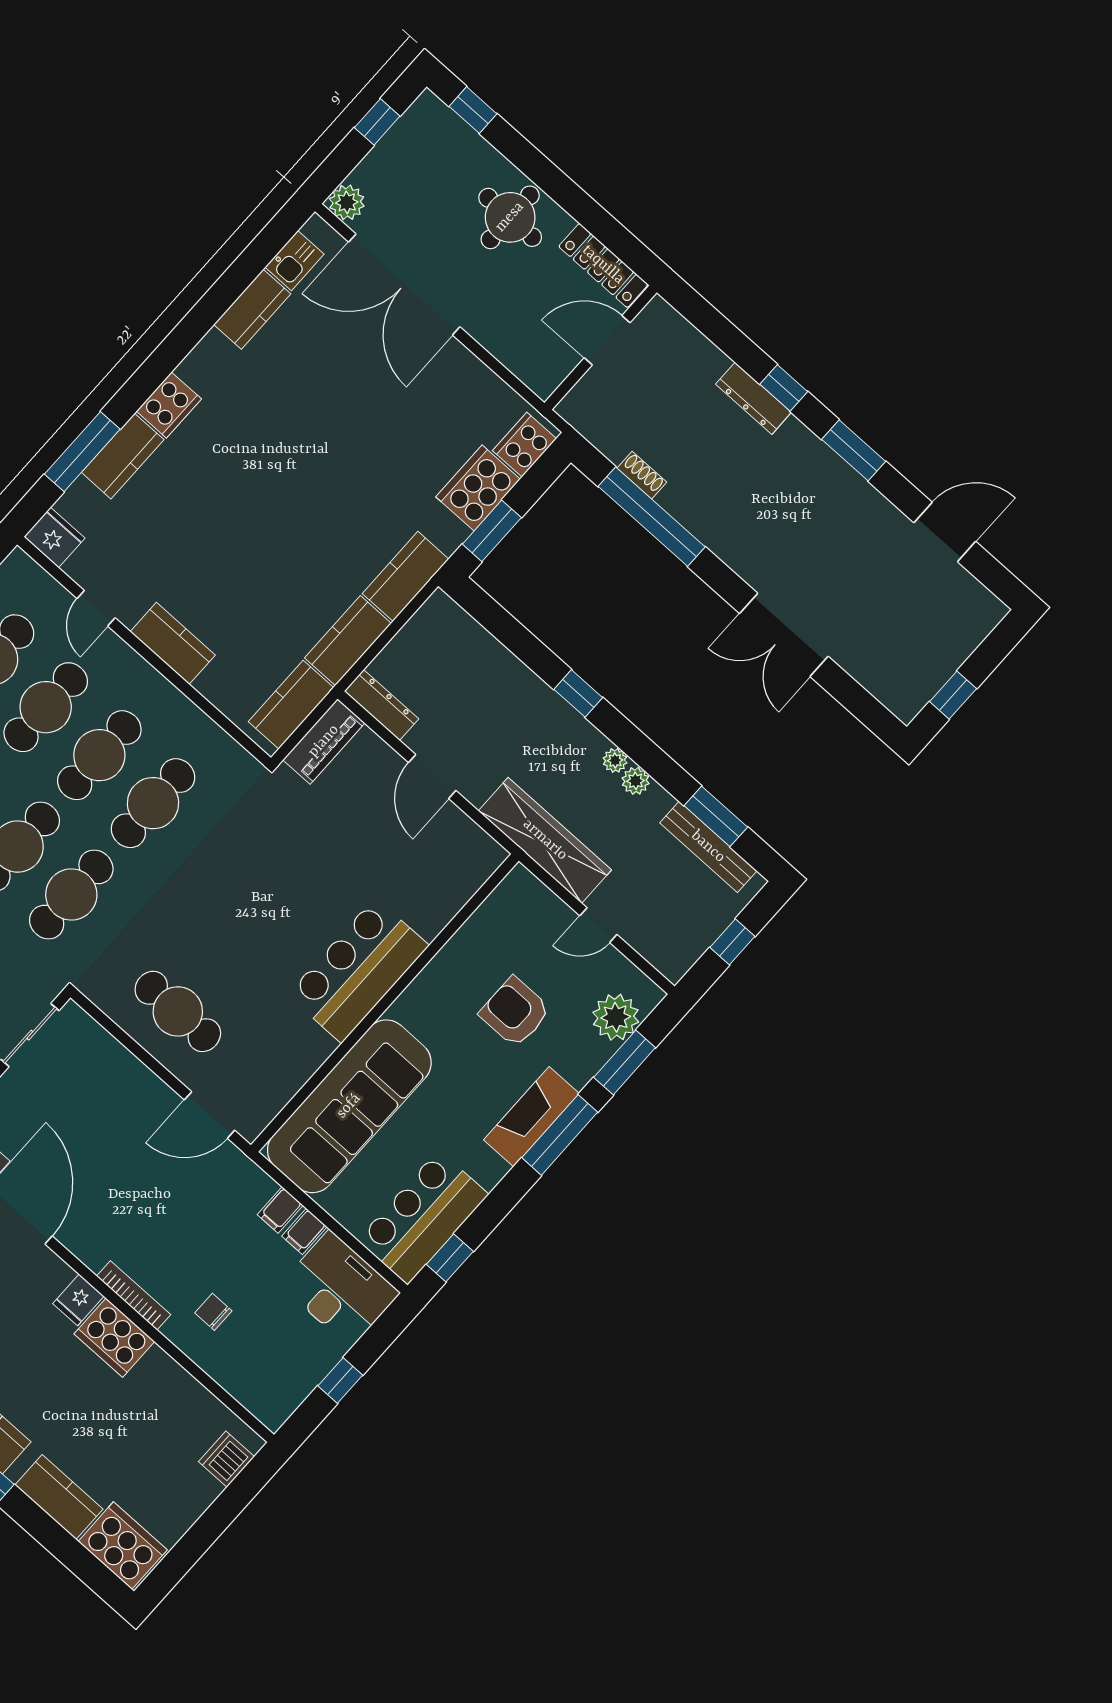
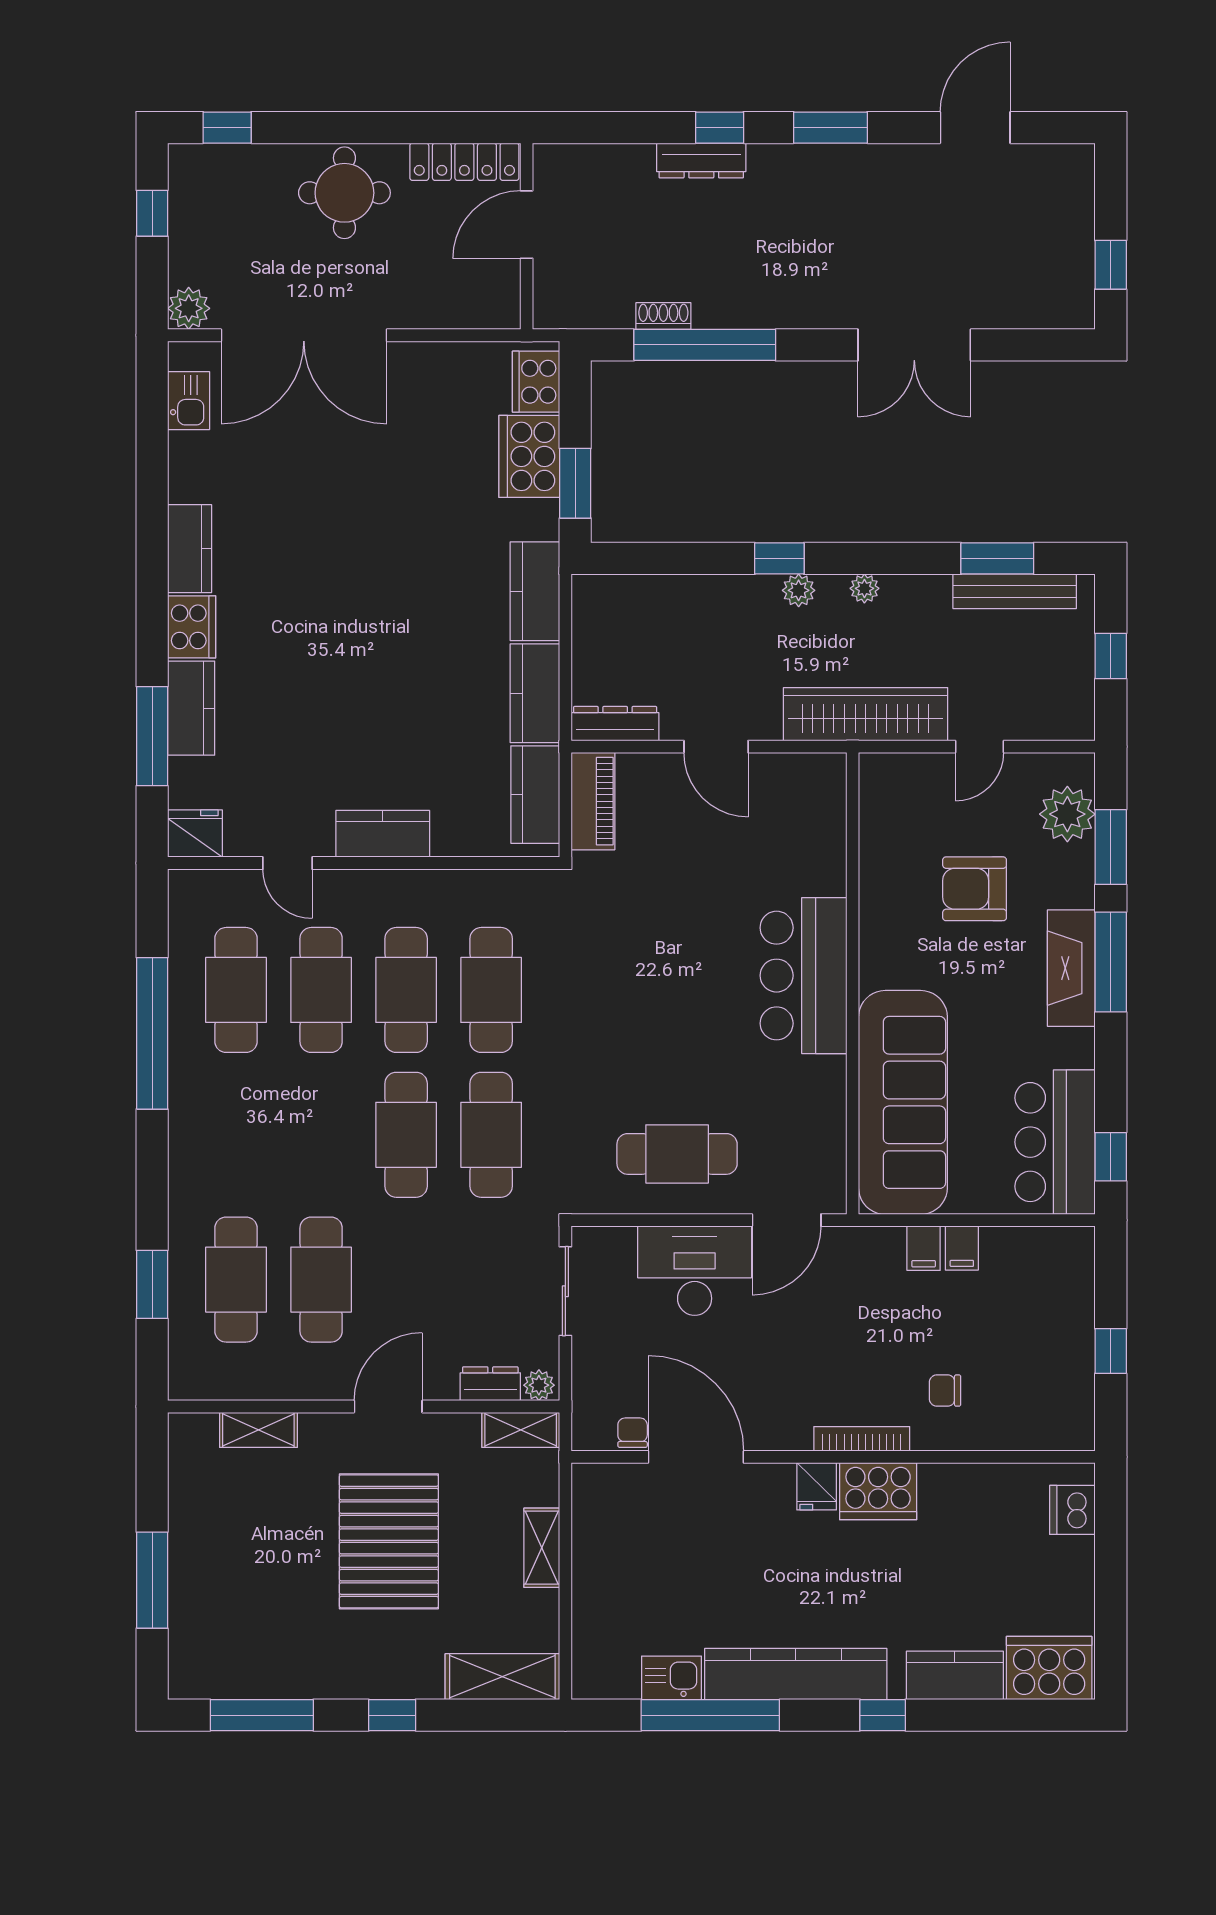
kitchen counter: (252, 309) -> (190, 549), moved
plant: (636, 781) -> (799, 590), moved
desk: (340, 1289) -> (695, 1271), moved

